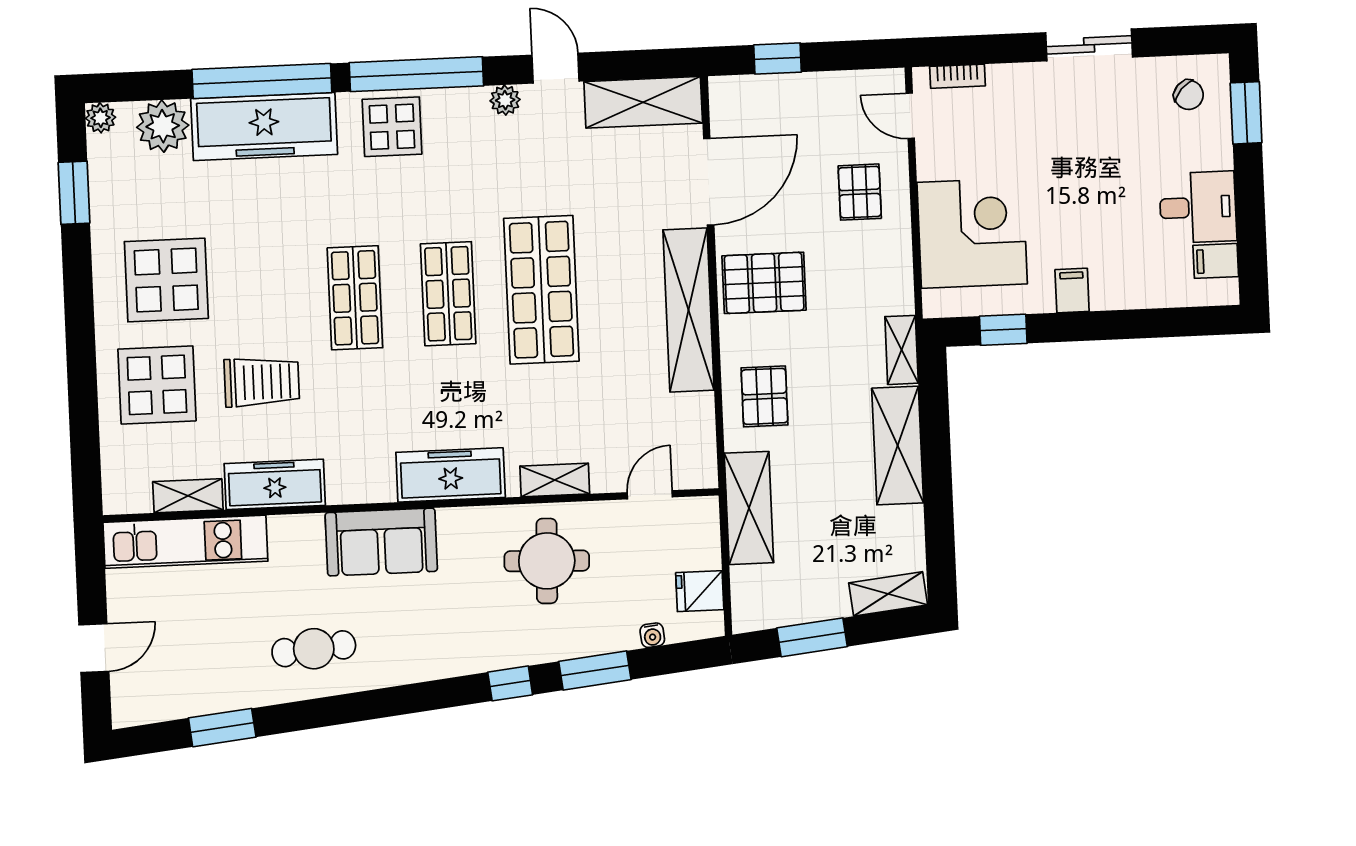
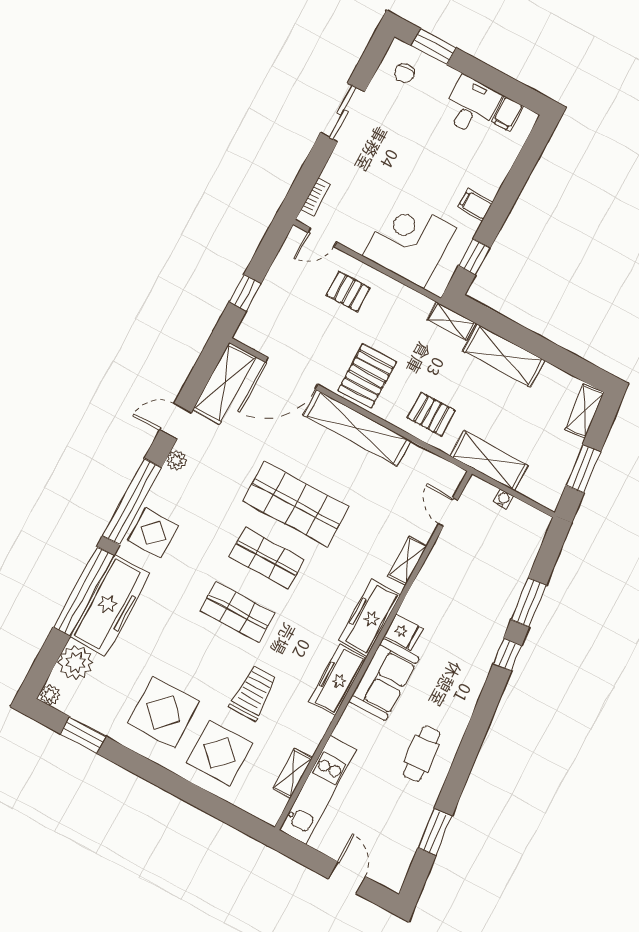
chair: (1189, 95) -> (404, 73), turned 138
door: (709, 182) -> (291, 373), swing flipped
freezer: (275, 484) -> (337, 680), moved
round table: (547, 561) -> (451, 593), removed
fridge: (700, 591) -> (403, 632), moved, turned -90
water cooler: (652, 635) -> (503, 499), moved, turned -84

